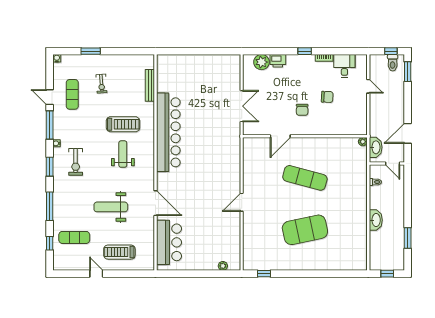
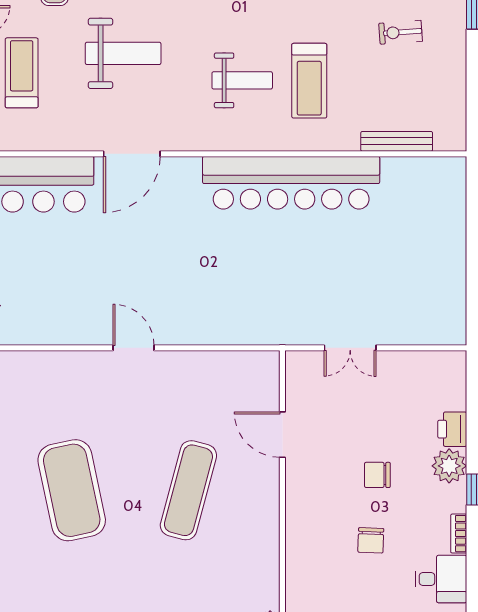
plant: (262, 62) -> (449, 466), moved
double door: (242, 106) -> (350, 348), width x0.73
chair: (302, 110) -> (377, 475), moved
weight bench: (111, 207) -> (123, 53), turned 90

